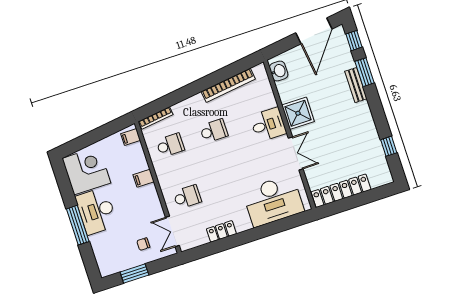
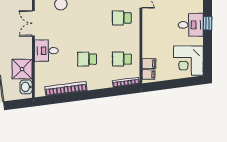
shower: (298, 113) -> (22, 69), moved
filing cabinet: (144, 178) -> (149, 64), moved
desk: (96, 211) -> (191, 25), width x0.73
window: (78, 225) -> (208, 23), width x0.46

